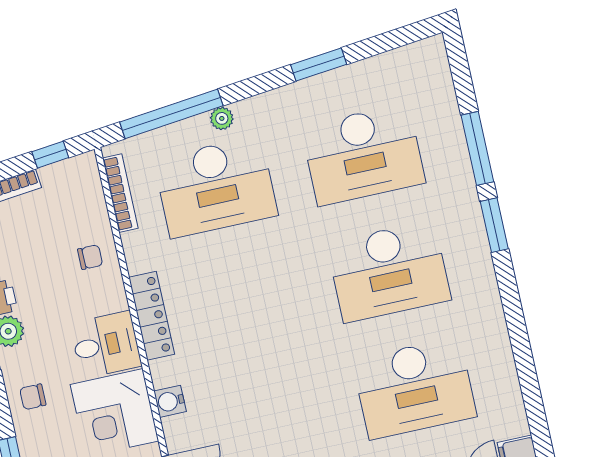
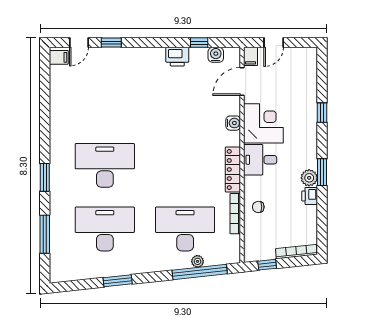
plant: (222, 118) -> (198, 261), moved
window: (477, 148) -> (45, 234), moved
bookcase: (120, 193) -> (235, 214), moved
desk: (414, 388) -> (105, 102), removed
chair: (33, 397) -> (304, 141), removed

